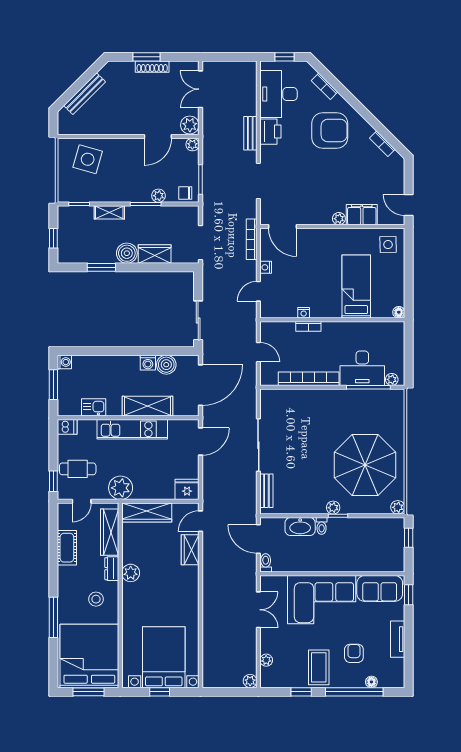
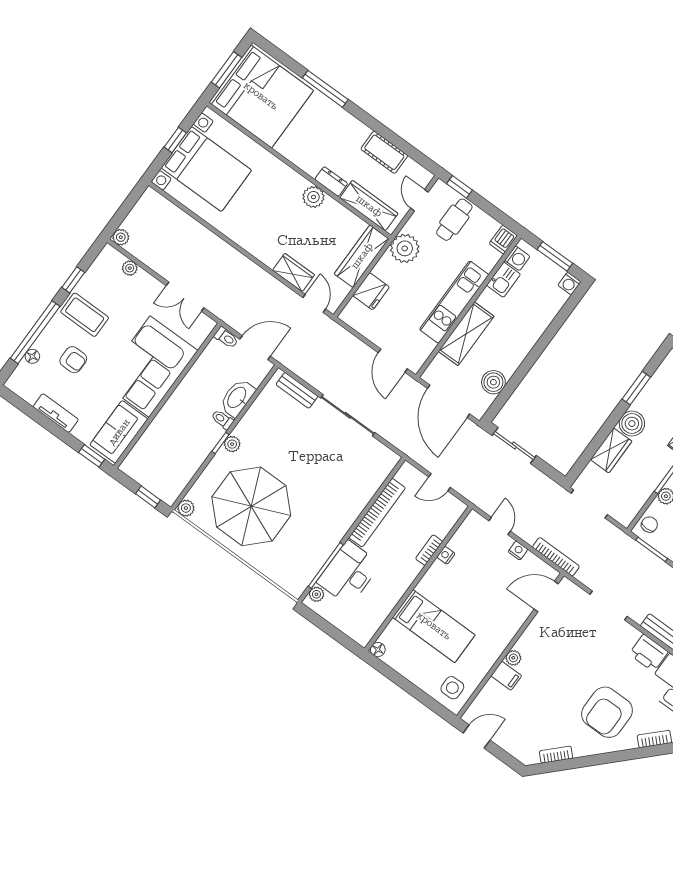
filing cabinet: (362, 215) -> (506, 676), width x0.50
washing machine: (148, 363) -> (517, 258), moved, turned 180
fridge: (187, 489) -> (371, 291), moved
stool: (96, 599) -> (313, 144), removed

